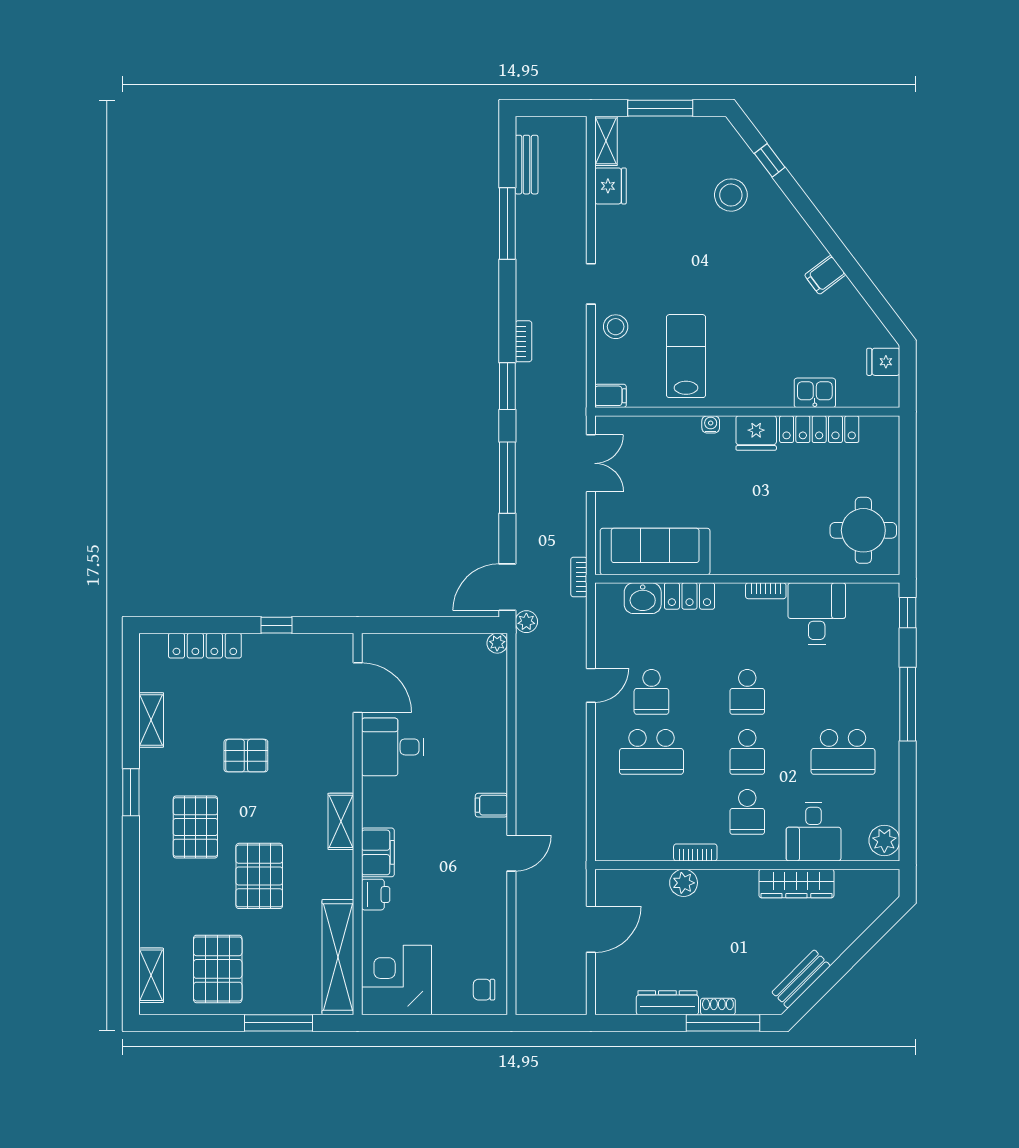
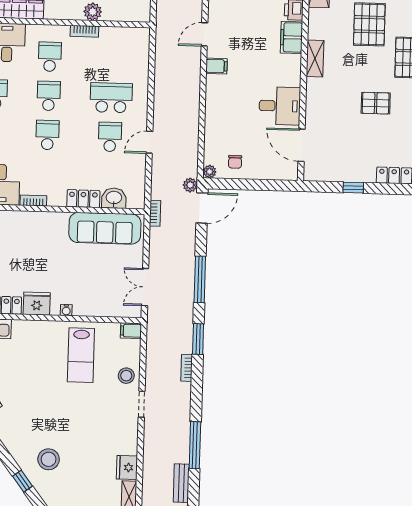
chair: (459, 659) -> (235, 162), added

